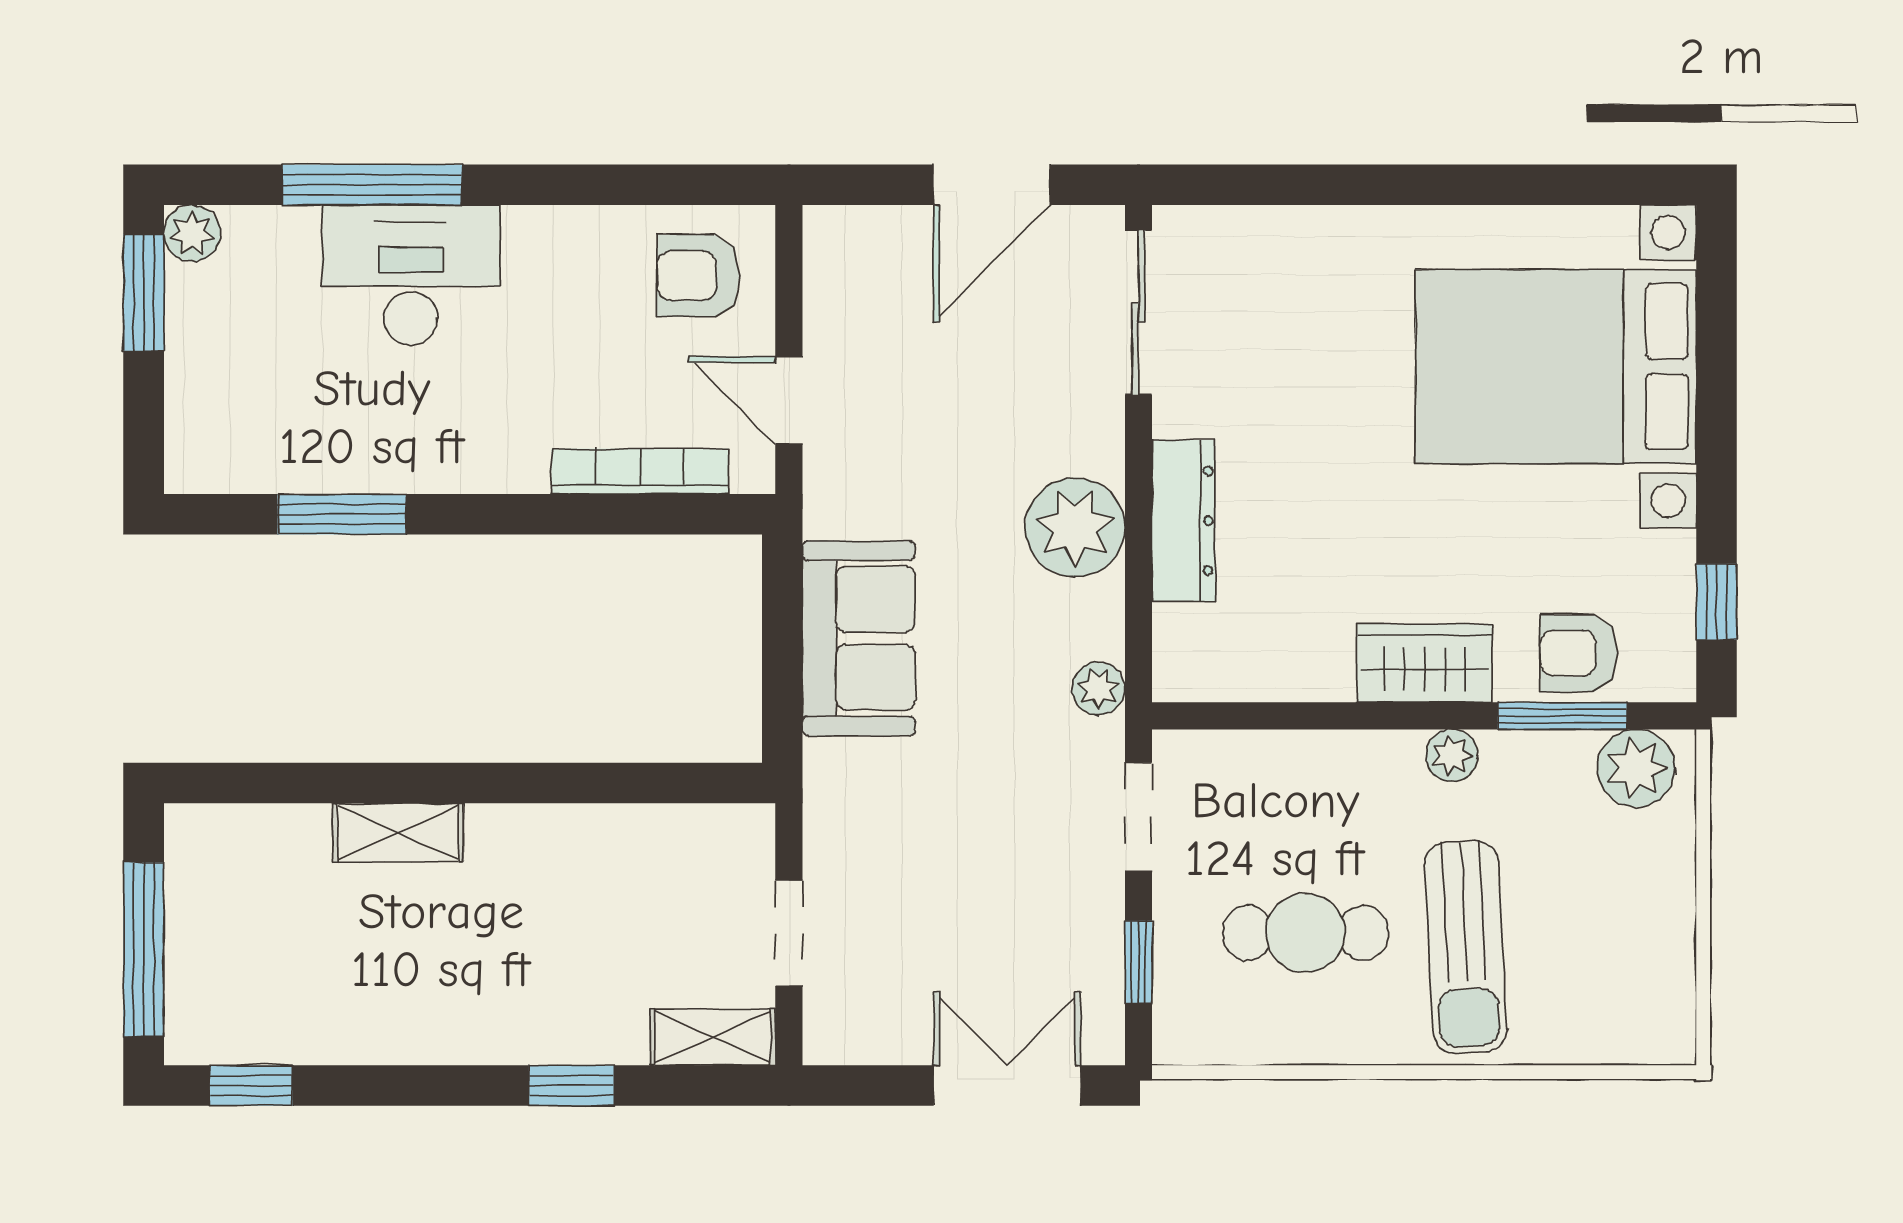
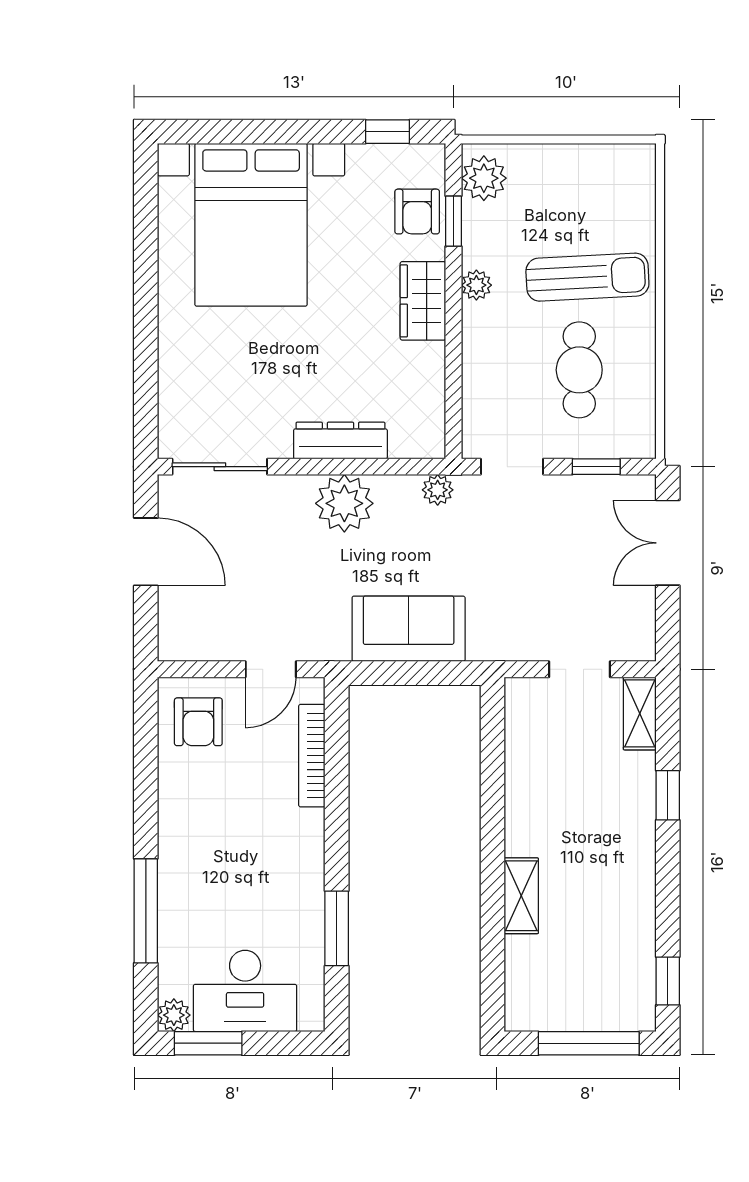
desk: (411, 275) -> (245, 991), moved, turned -90
window: (1562, 716) -> (454, 221), width x0.67

